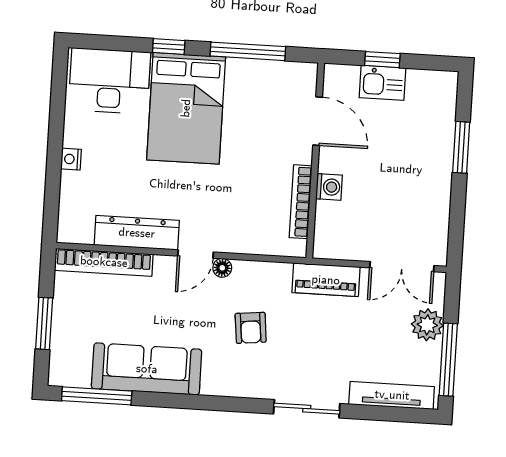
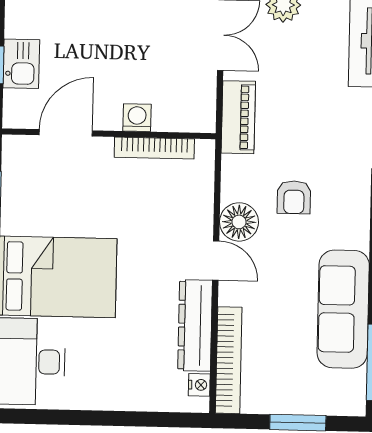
nightstand: (71, 159) -> (199, 385), moved, turned -90
floor lamp: (222, 268) -> (239, 222), width x1.89, depth x1.89
armchair: (251, 328) -> (294, 197), turned 96

